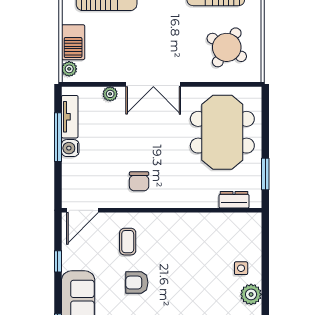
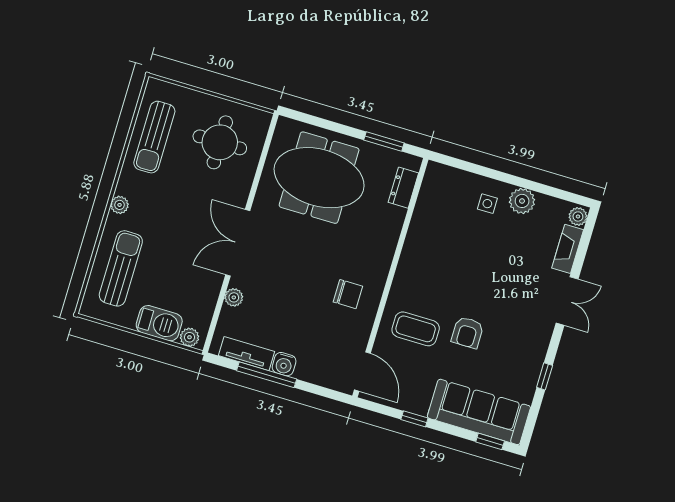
round table: (227, 47) -> (220, 142), turned -32
double door: (153, 84) -> (238, 243), swing flipped
coffee table: (128, 242) -> (416, 329), width x1.36, depth x1.30

